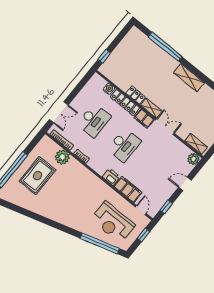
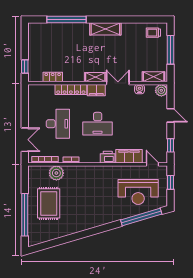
water cooler: (109, 89) -> (140, 89), moved
locker: (135, 95) -> (53, 77), moved
desk: (124, 145) -> (98, 124), turned 90
door: (185, 184) -> (170, 115), swing flipped

